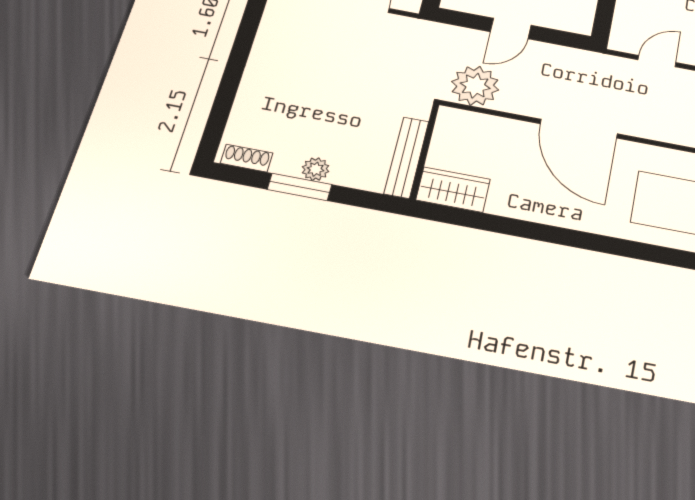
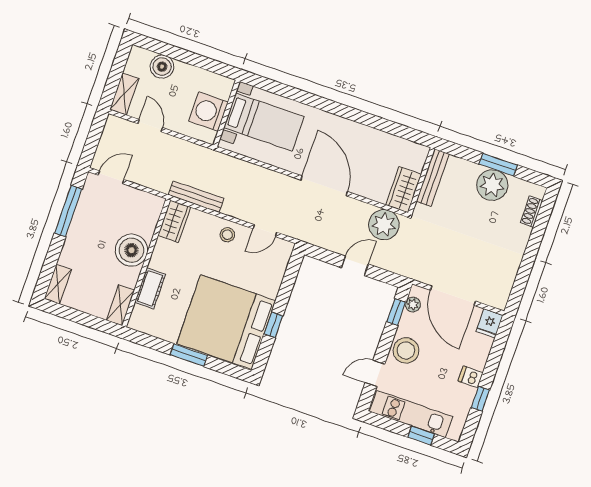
shoe rack: (247, 158) -> (532, 212), moved, turned 90
plant: (316, 169) -> (492, 185), width x1.87, depth x1.87
wardrobe: (453, 190) -> (404, 190), moved, turned 90

